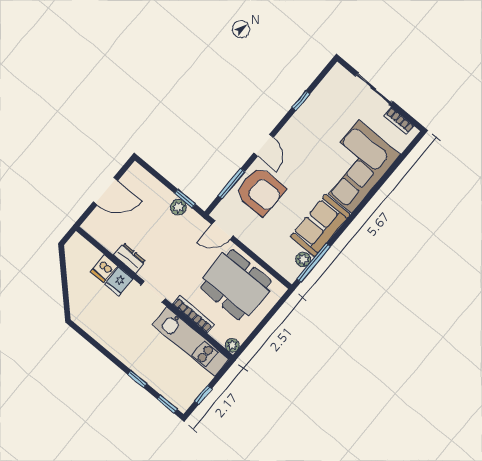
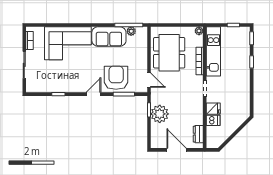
plant: (178, 207) -> (160, 114), width x1.88, depth x1.88
dresser: (130, 258) -> (198, 134), moved

